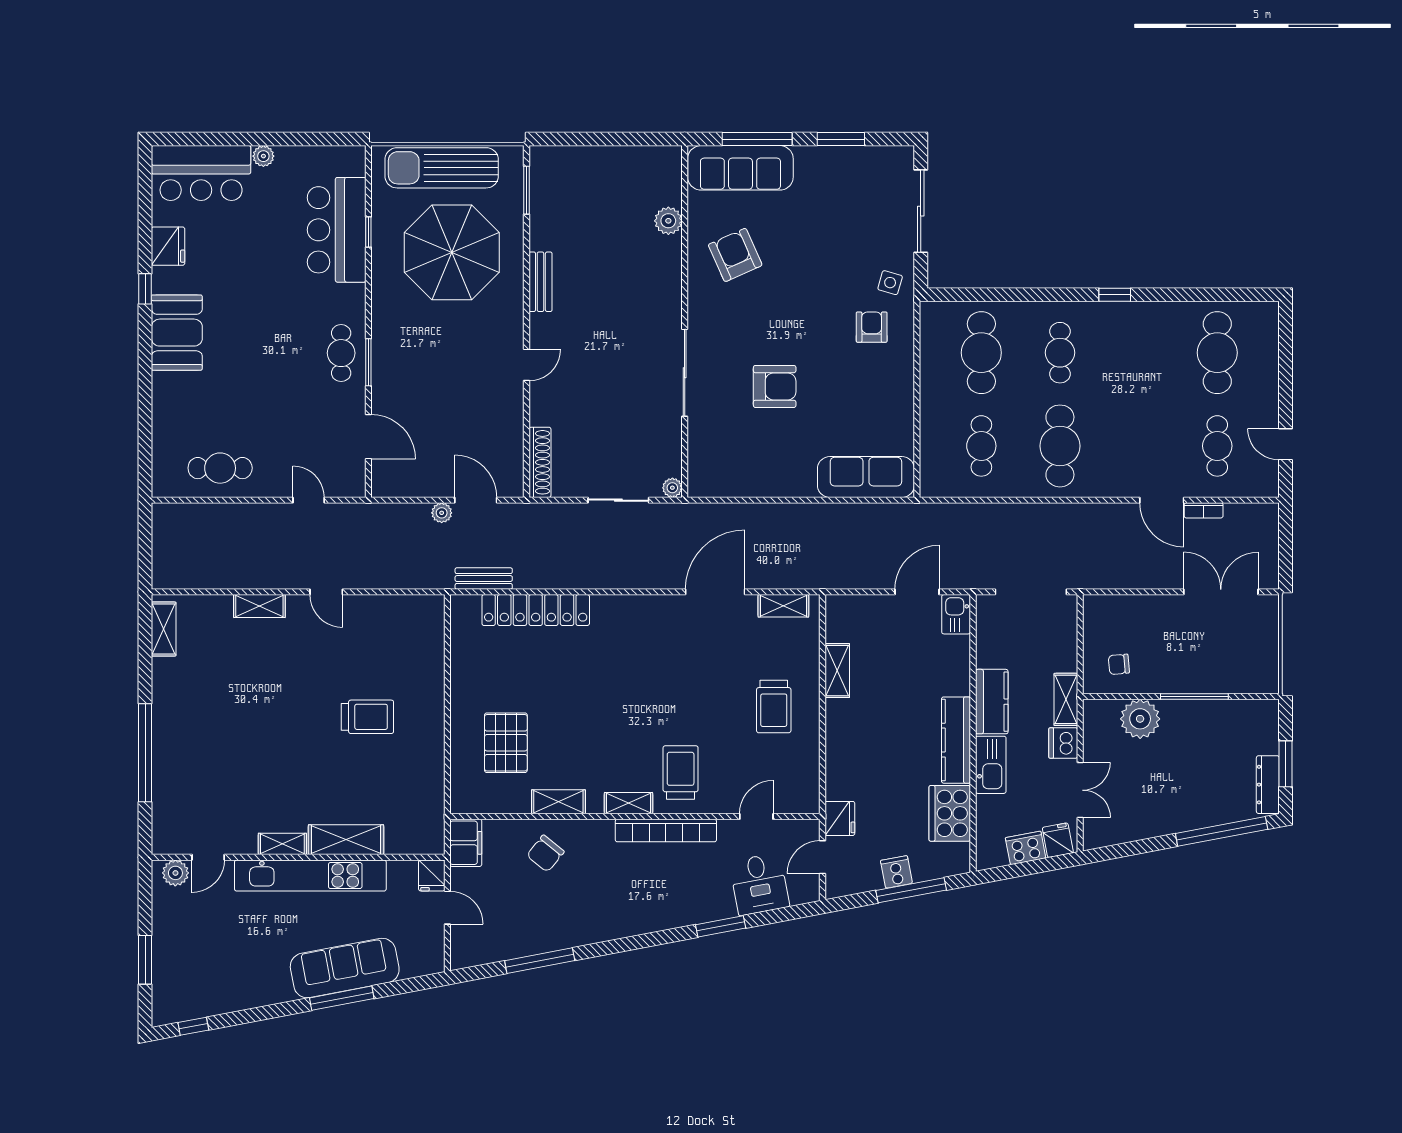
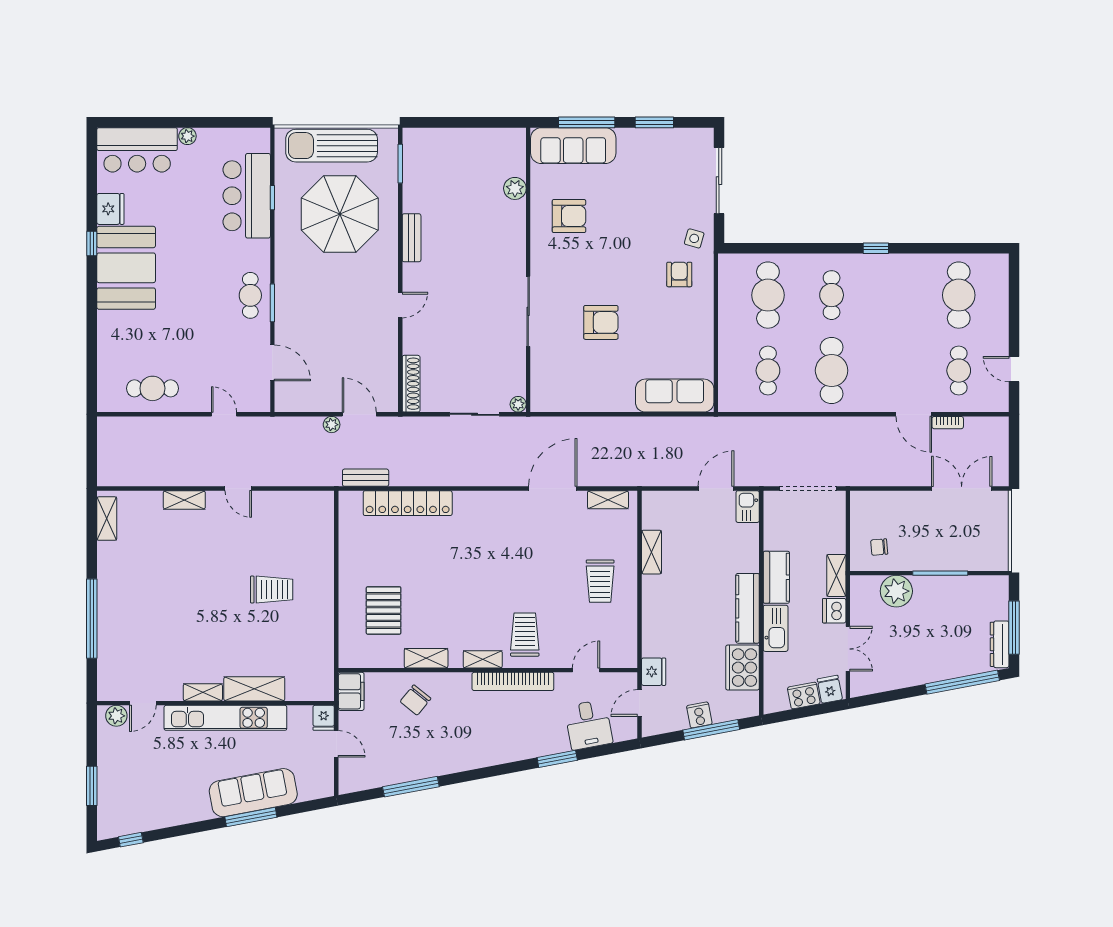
armchair: (735, 255) -> (569, 216), turned 114
booth: (177, 333) -> (126, 268), width x1.36, depth x1.42
window: (1286, 764) -> (1014, 628), width x1.44

